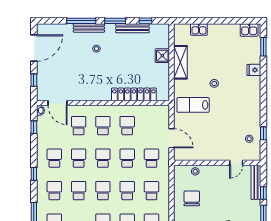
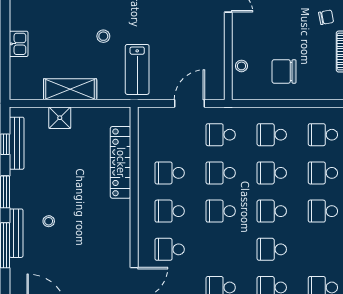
bench: (132, 28) -> (17, 143), moved
kitchen sink: (199, 30) -> (19, 44), moved
school desk: (79, 158) -> (221, 249), removed

